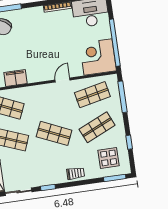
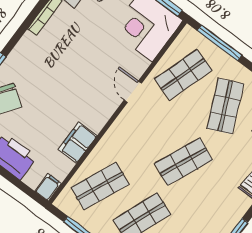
shop shelf: (92, 95) -> (183, 75), turned 30

